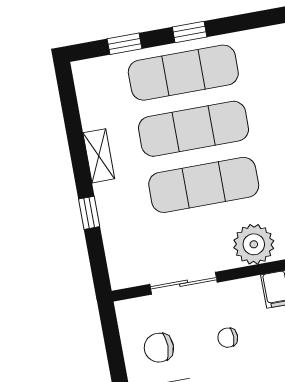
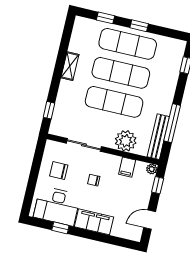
window: (89, 213) -> (49, 110), moved

